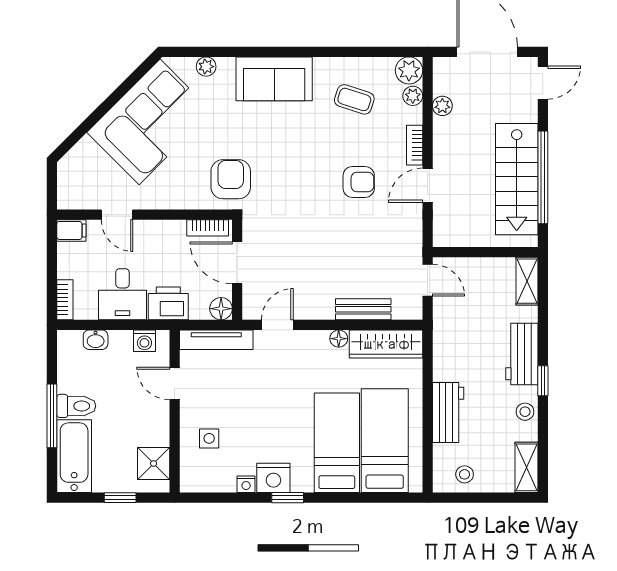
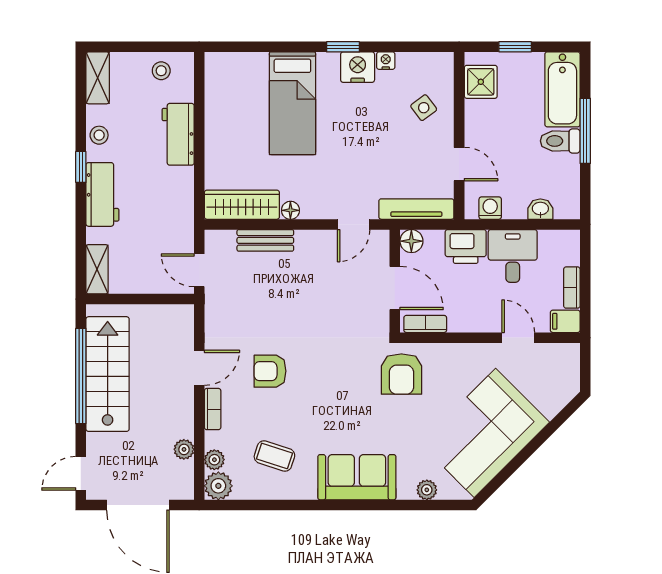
bookcase: (65, 300) -> (572, 288), moved
side table: (209, 438) -> (424, 108), turned -37
bed: (385, 441) -> (243, 105), removed

